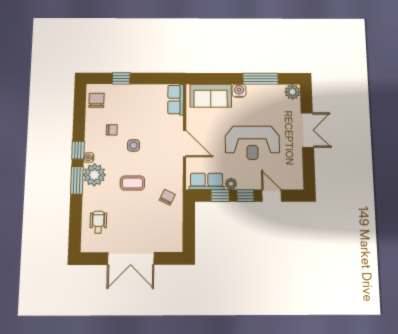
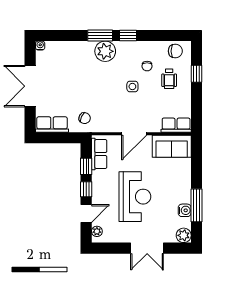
water cooler: (239, 91) -> (185, 210), moved
sofa: (211, 96) -> (172, 146), moved, turned -90
reception desk: (252, 143) -> (135, 197), turned 180
water cooler: (89, 158) -> (40, 46), moved
coffee table: (132, 183) -> (98, 86), removed
plant: (231, 184) -> (97, 231), moved
wheelchair: (98, 222) -> (169, 79), moved, turned 90
row of seats: (174, 234) -> (52, 124), added

